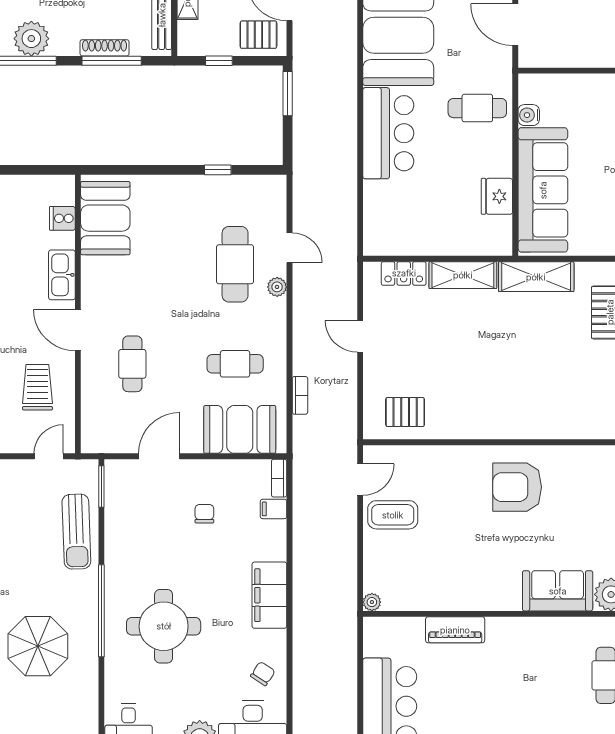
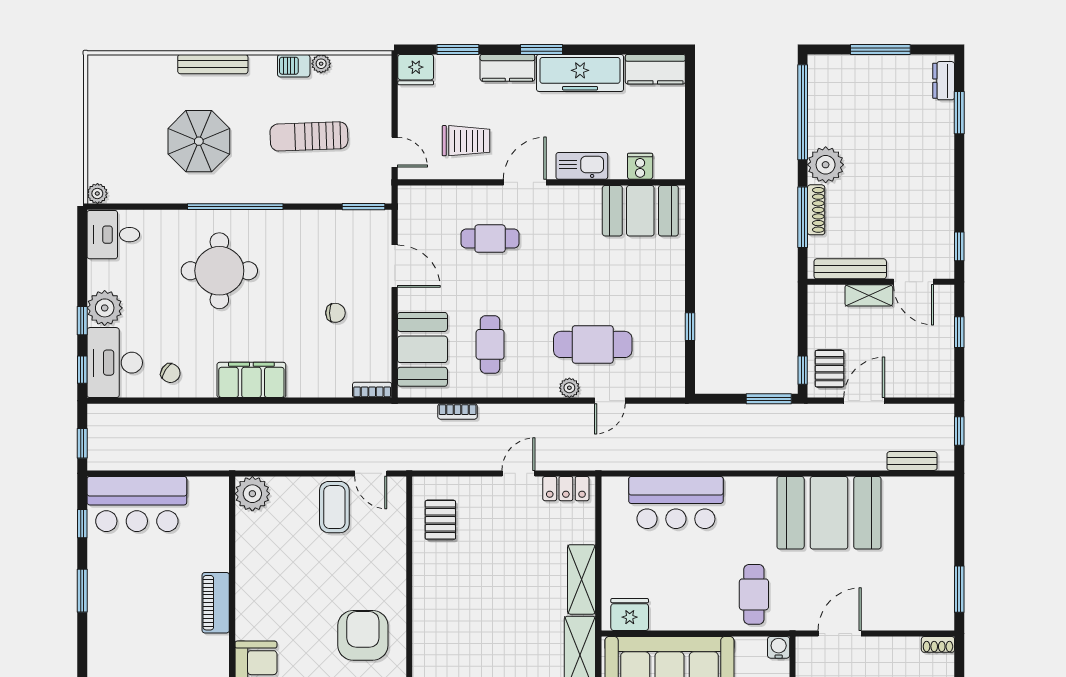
plant: (31, 39) -> (826, 165), moved
window: (219, 61) -> (803, 370), moved
water cooler: (529, 115) -> (779, 647), moved
bar counter: (388, 133) -> (676, 503), moved
fridge: (497, 196) -> (630, 615), moved
locker: (404, 273) -> (566, 489), moved, turned -90
filing cabinet: (274, 509) -> (340, 384), removed
sun lounger: (76, 532) -> (309, 136), moved
plant: (372, 602) -> (252, 494), width x1.87, depth x1.87
piano: (455, 630) -> (216, 603), moved

